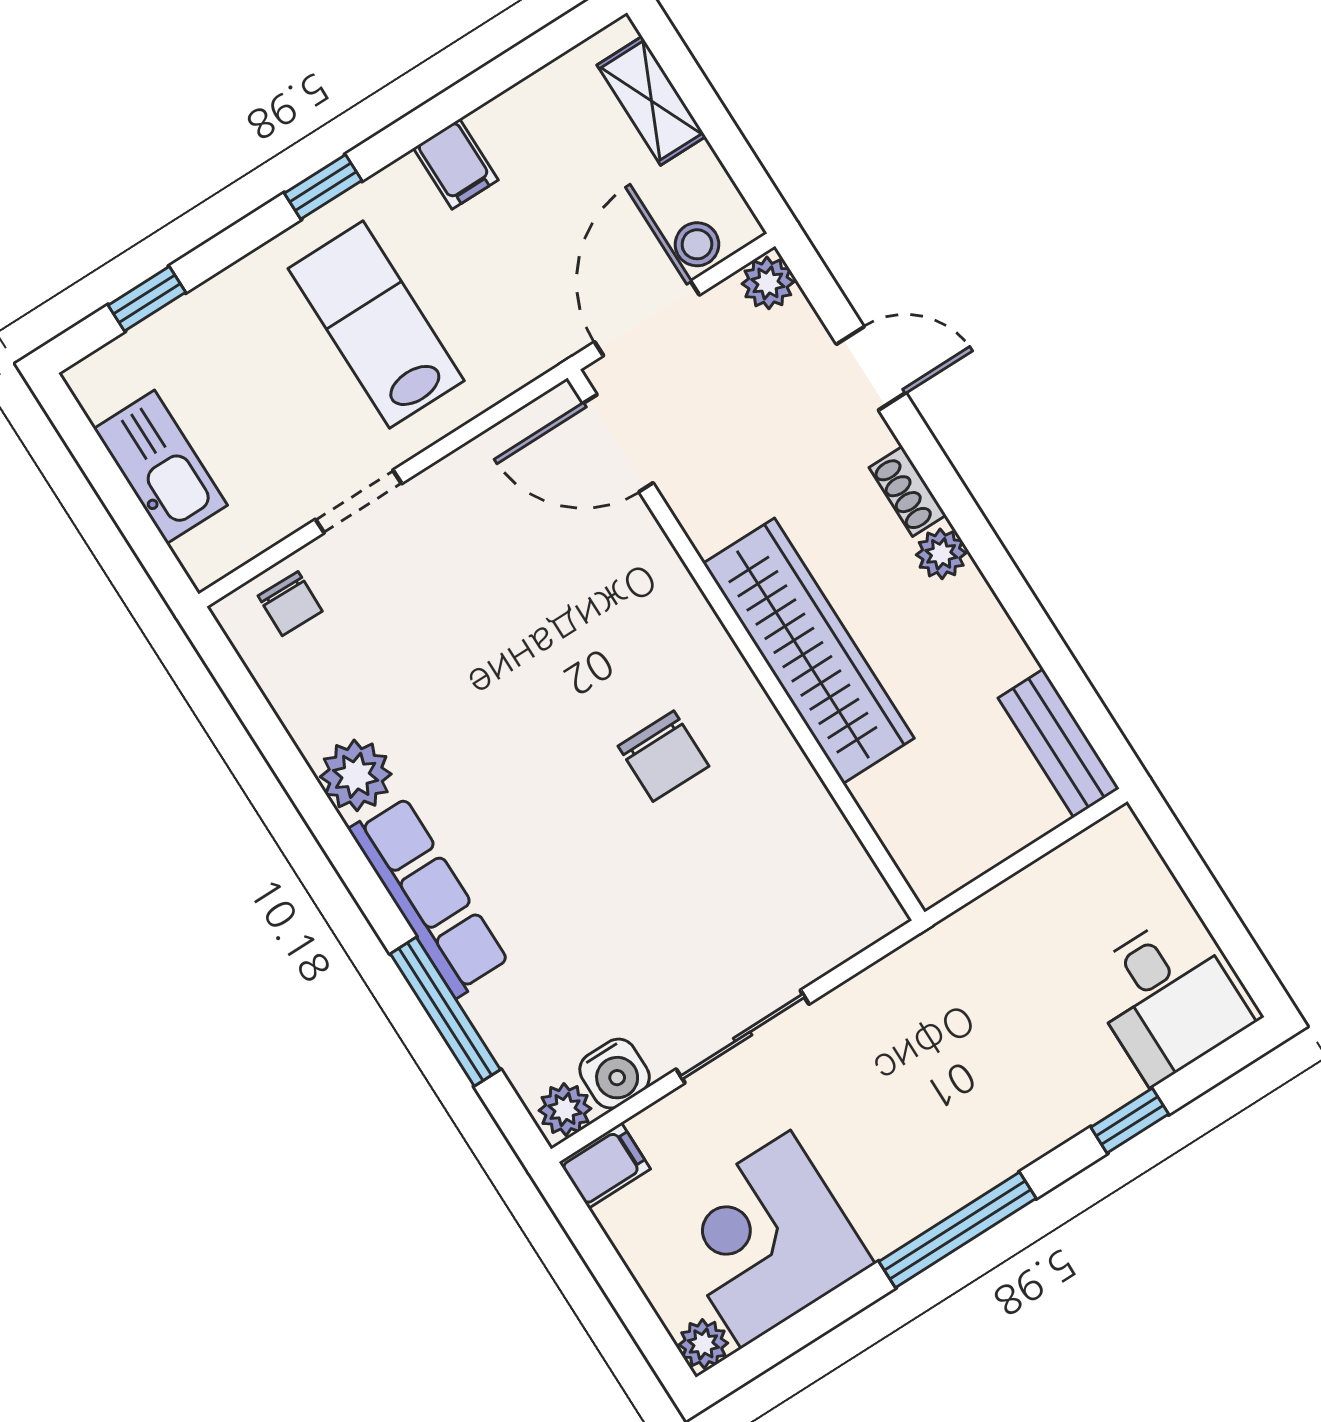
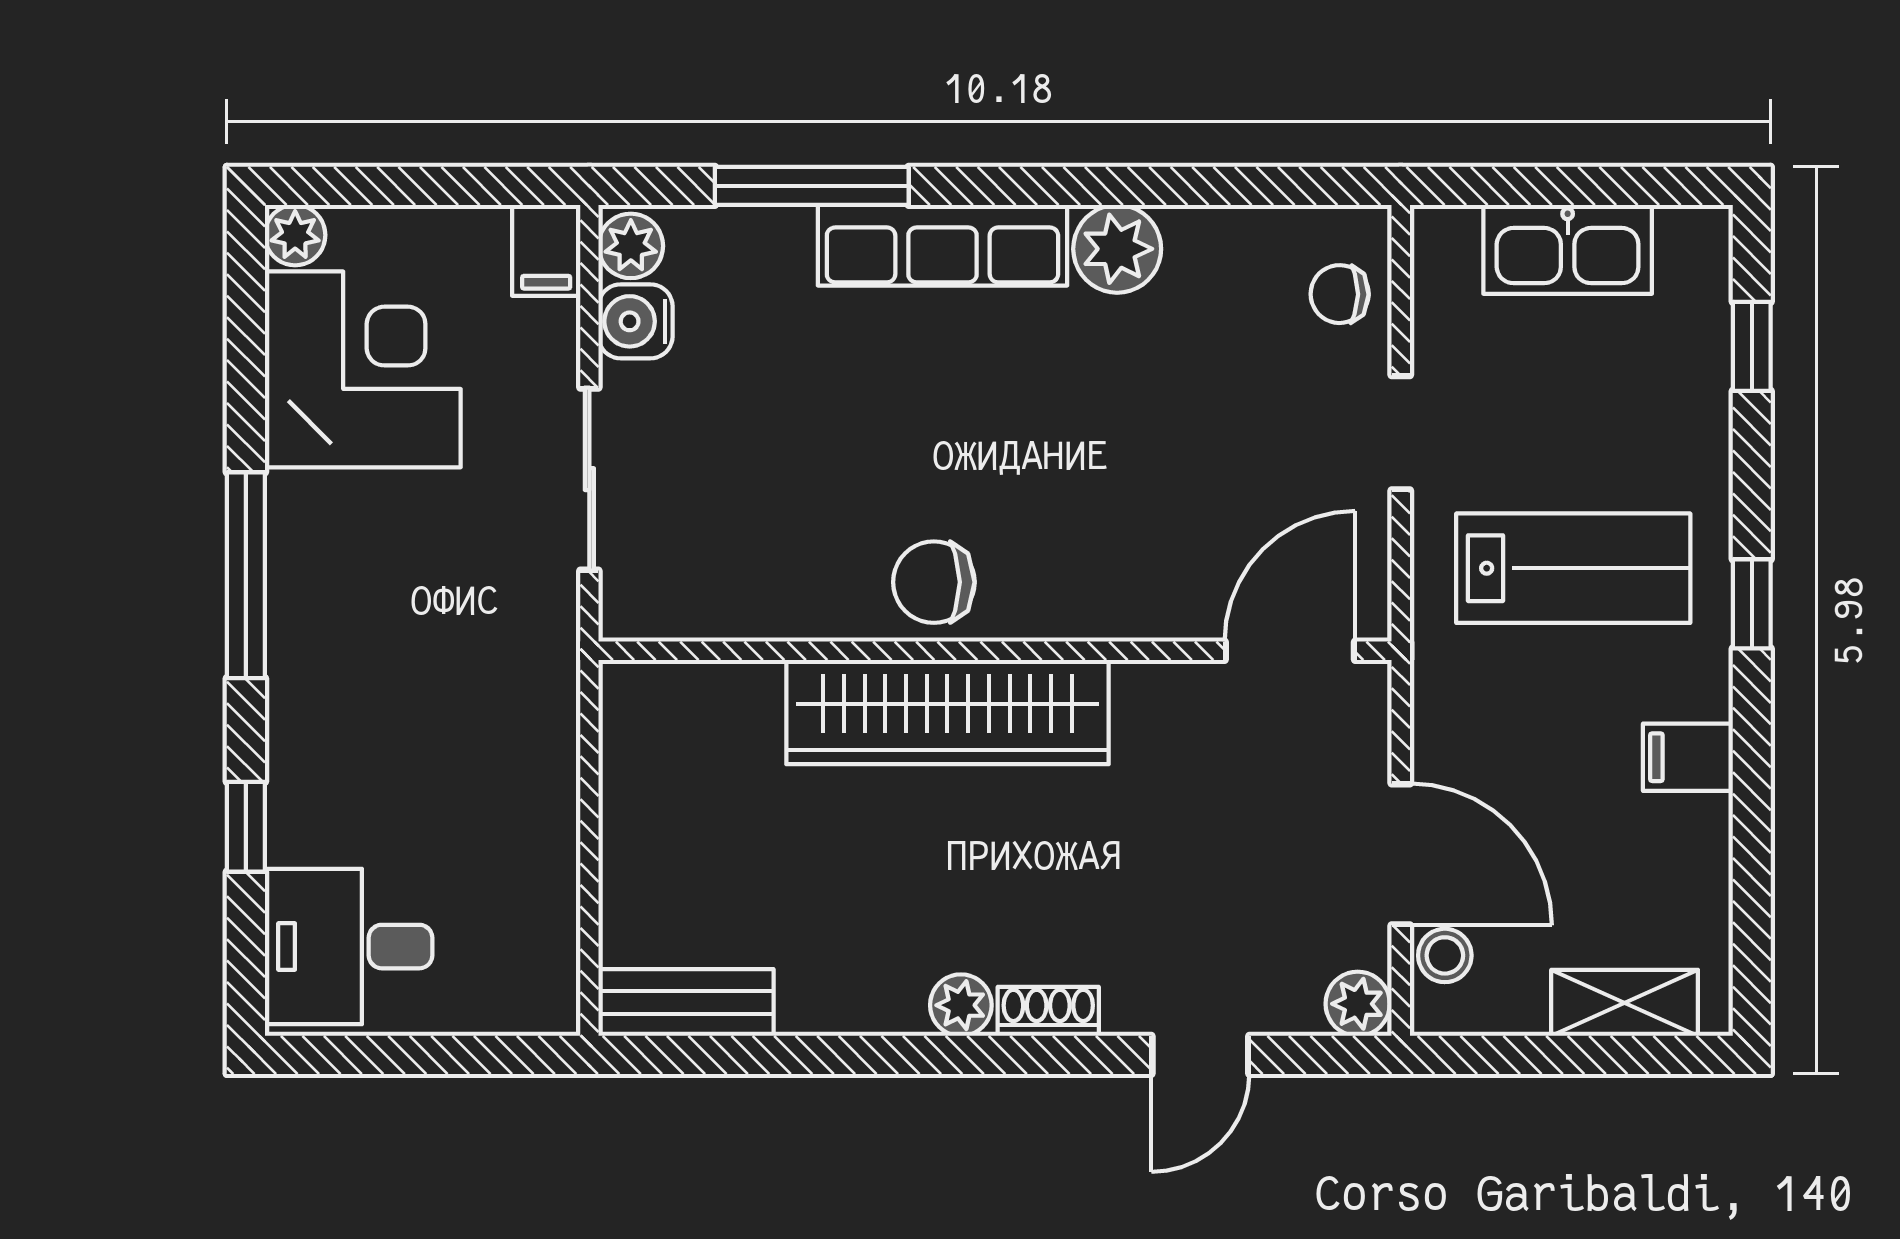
door: (618, 443) -> (1290, 651), moved
wall: (746, 645) -> (995, 651), moved
wardrobe: (809, 651) -> (947, 712), moved

